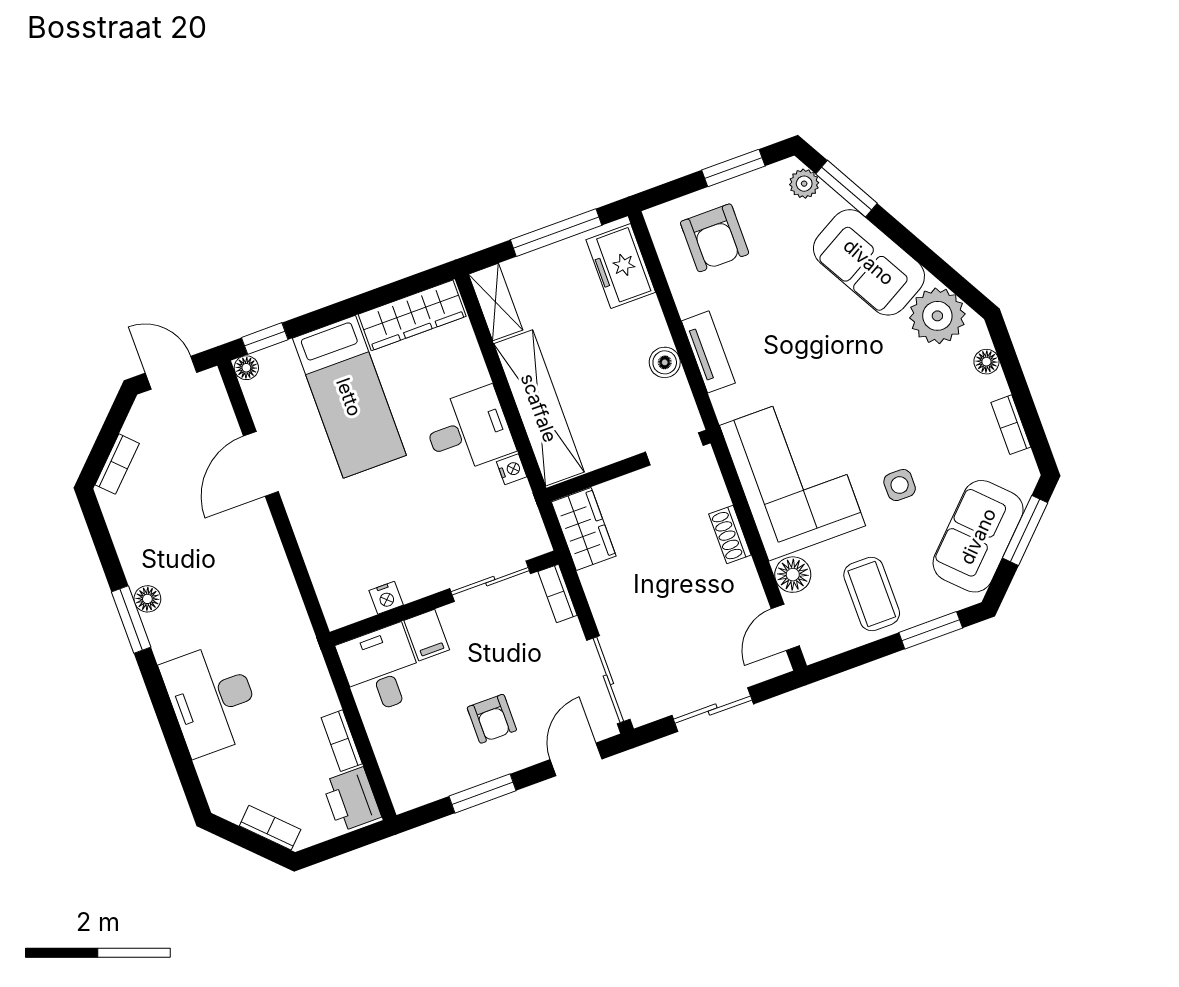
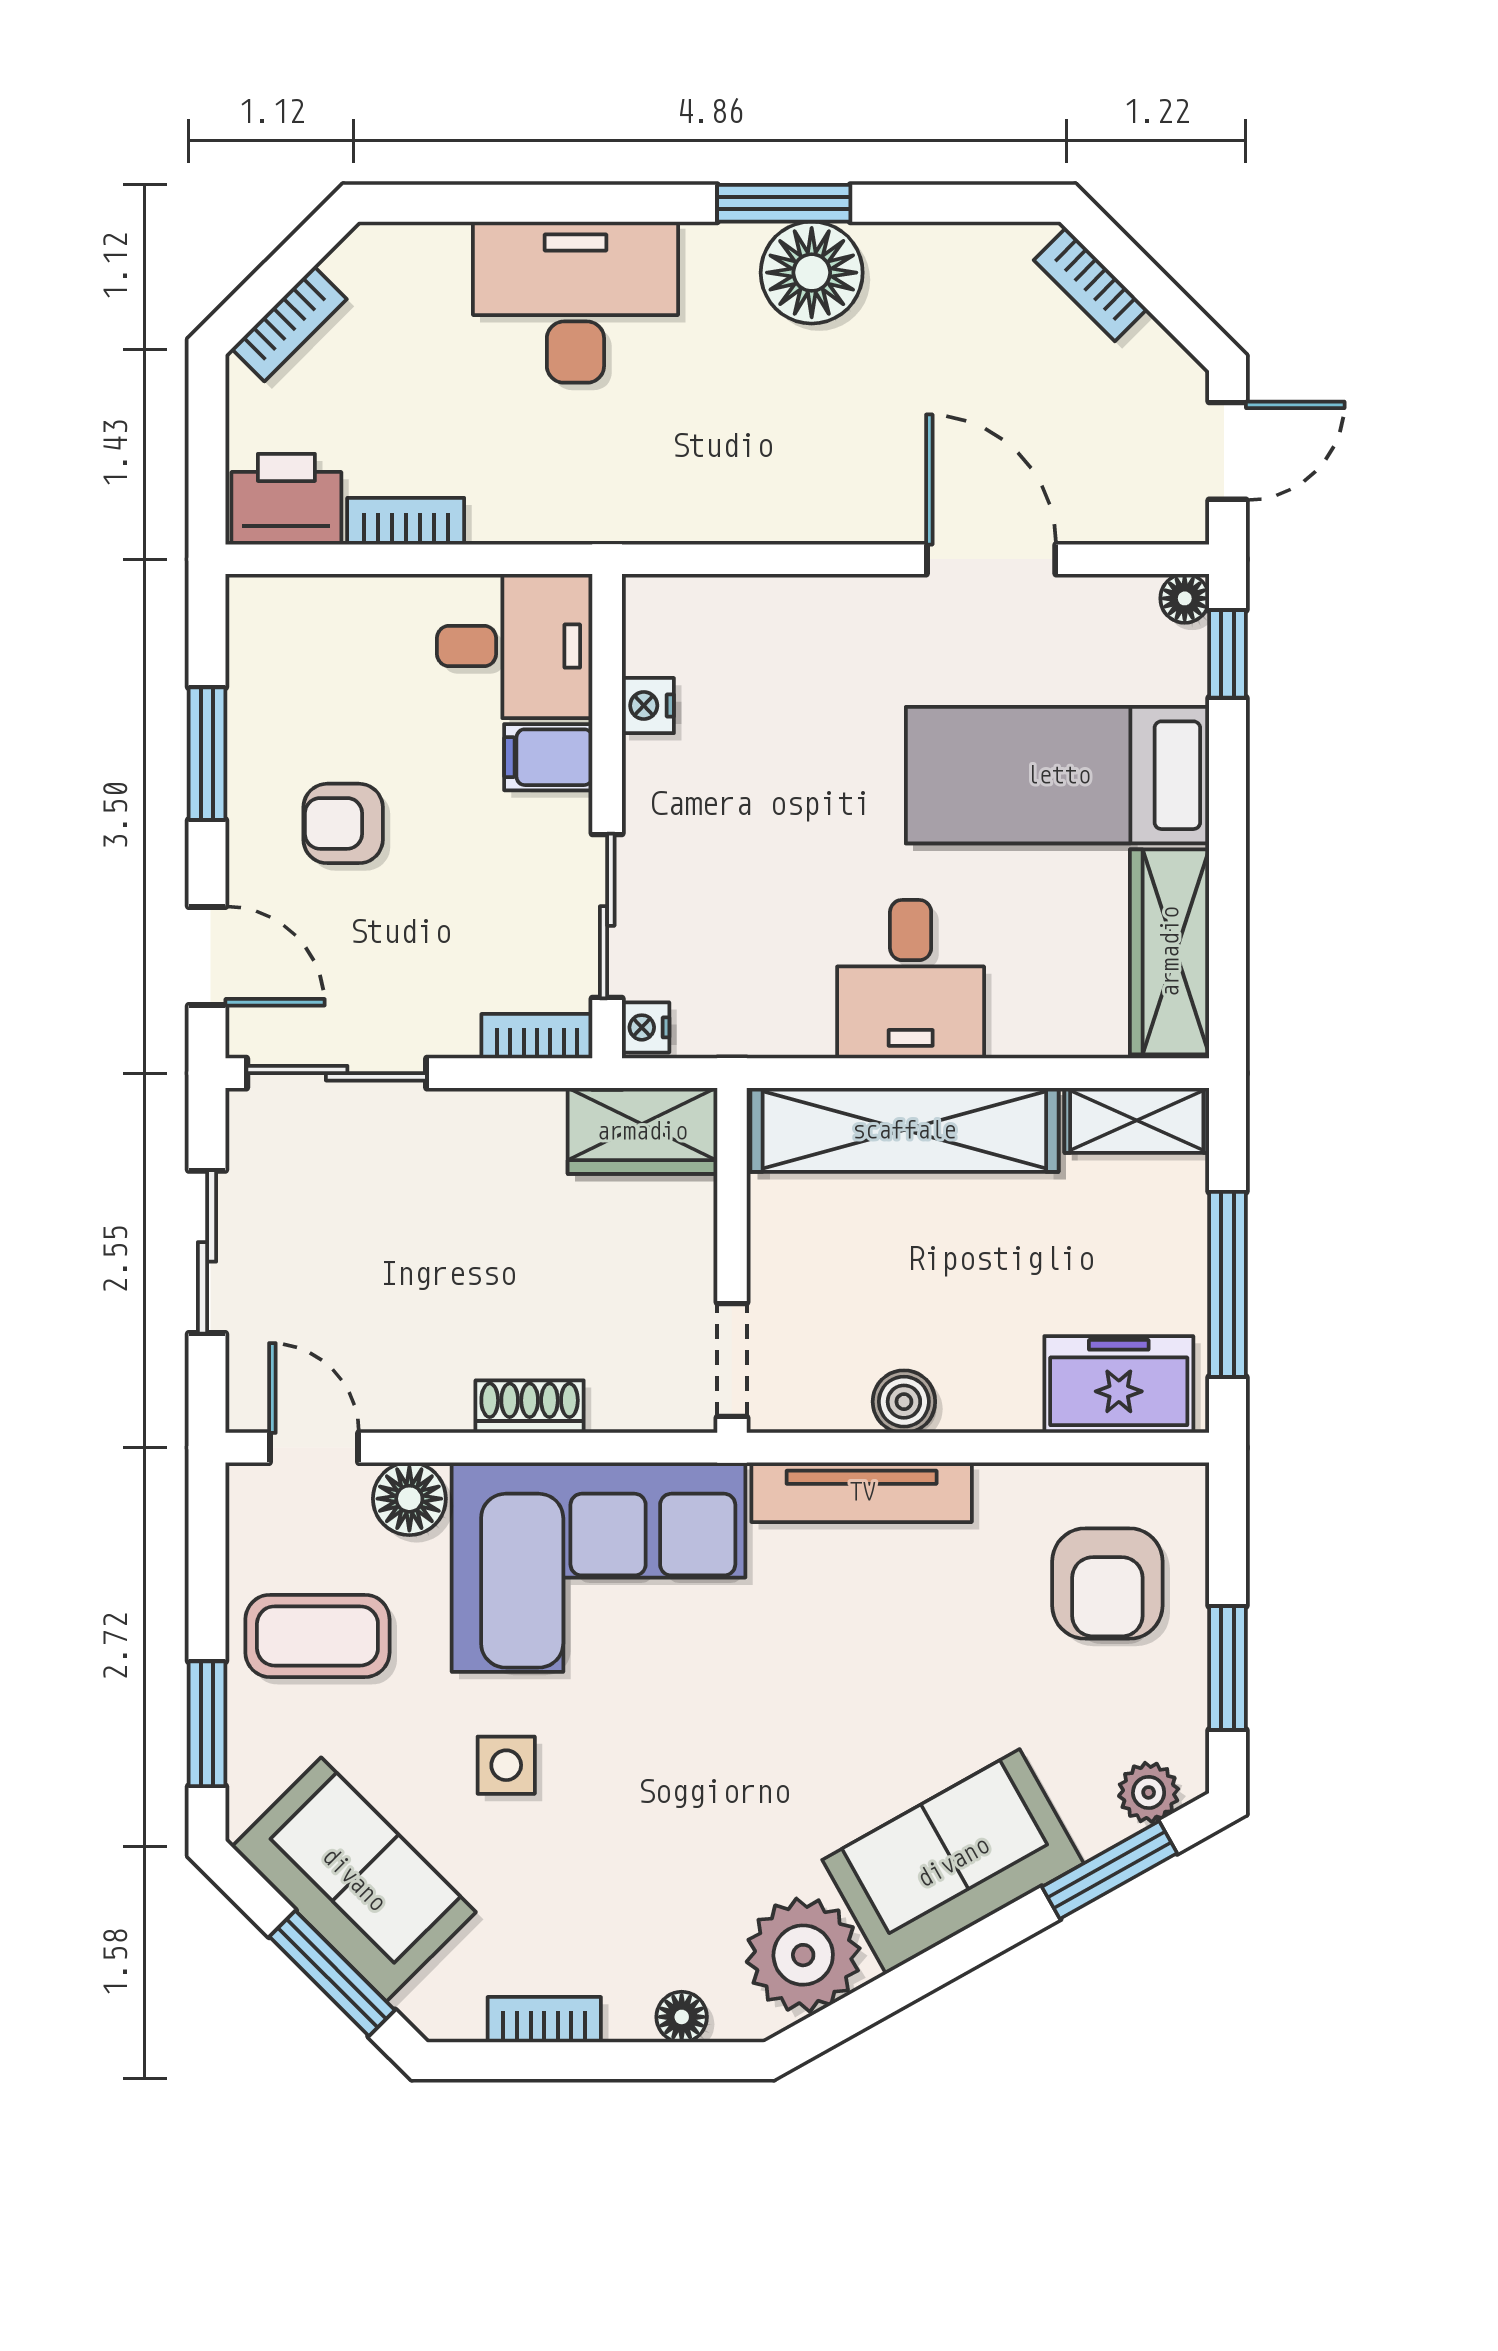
armchair: (715, 238) -> (1107, 1583), turned -90
tv unit: (708, 352) -> (862, 1492), width x1.41
nightstand: (512, 469) -> (646, 1027), moved, turned 90
floor lamp: (147, 599) -> (812, 273), width x1.89, depth x1.89

